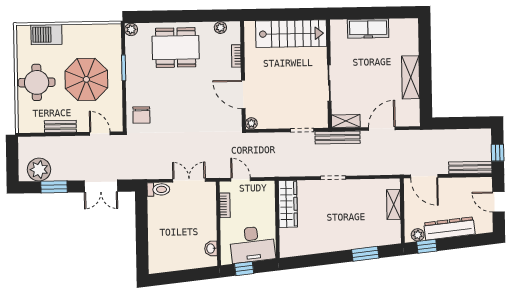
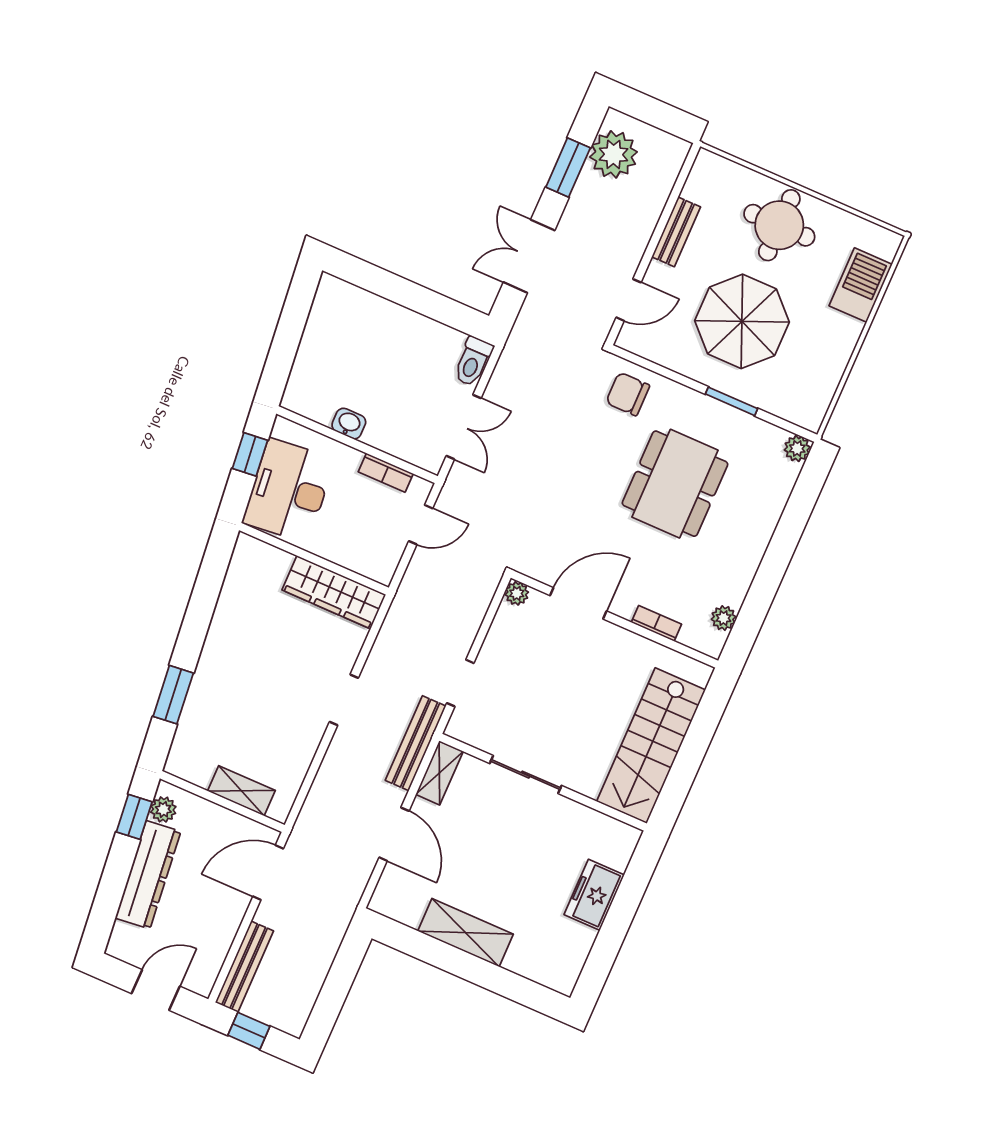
freezer: (368, 28) -> (594, 895), width x0.71
dining table: (176, 48) -> (675, 484), moved
washbasin: (211, 249) -> (349, 424), moved

